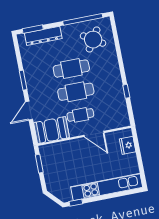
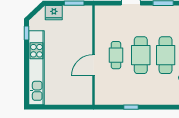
booth: (51, 130) -> (106, 22), removed
fridge: (128, 145) -> (54, 13), moved, turned 180

